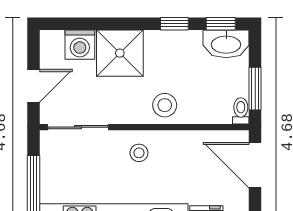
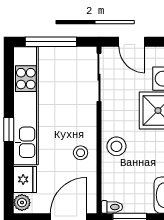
stool: (139, 153) -> (81, 153), moved

